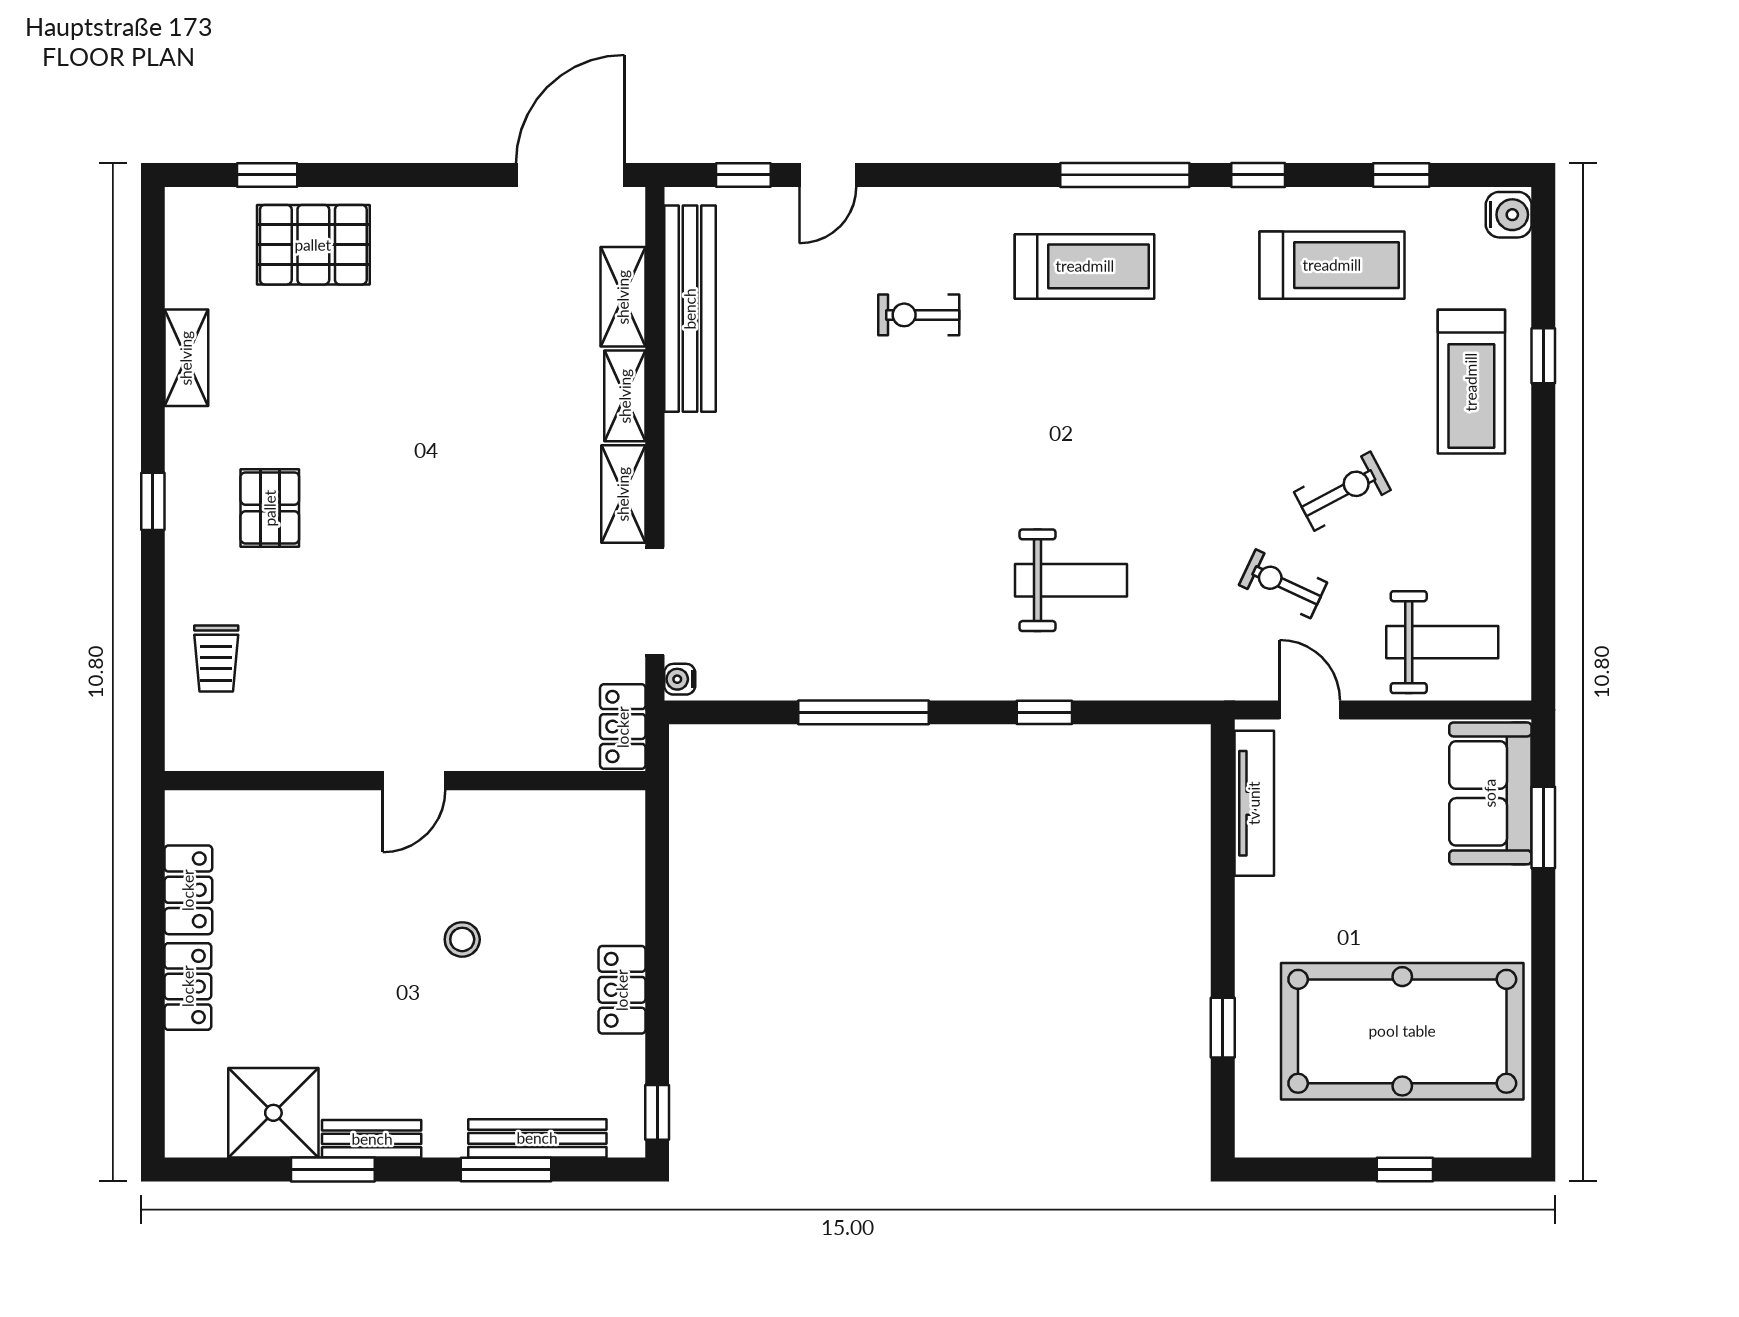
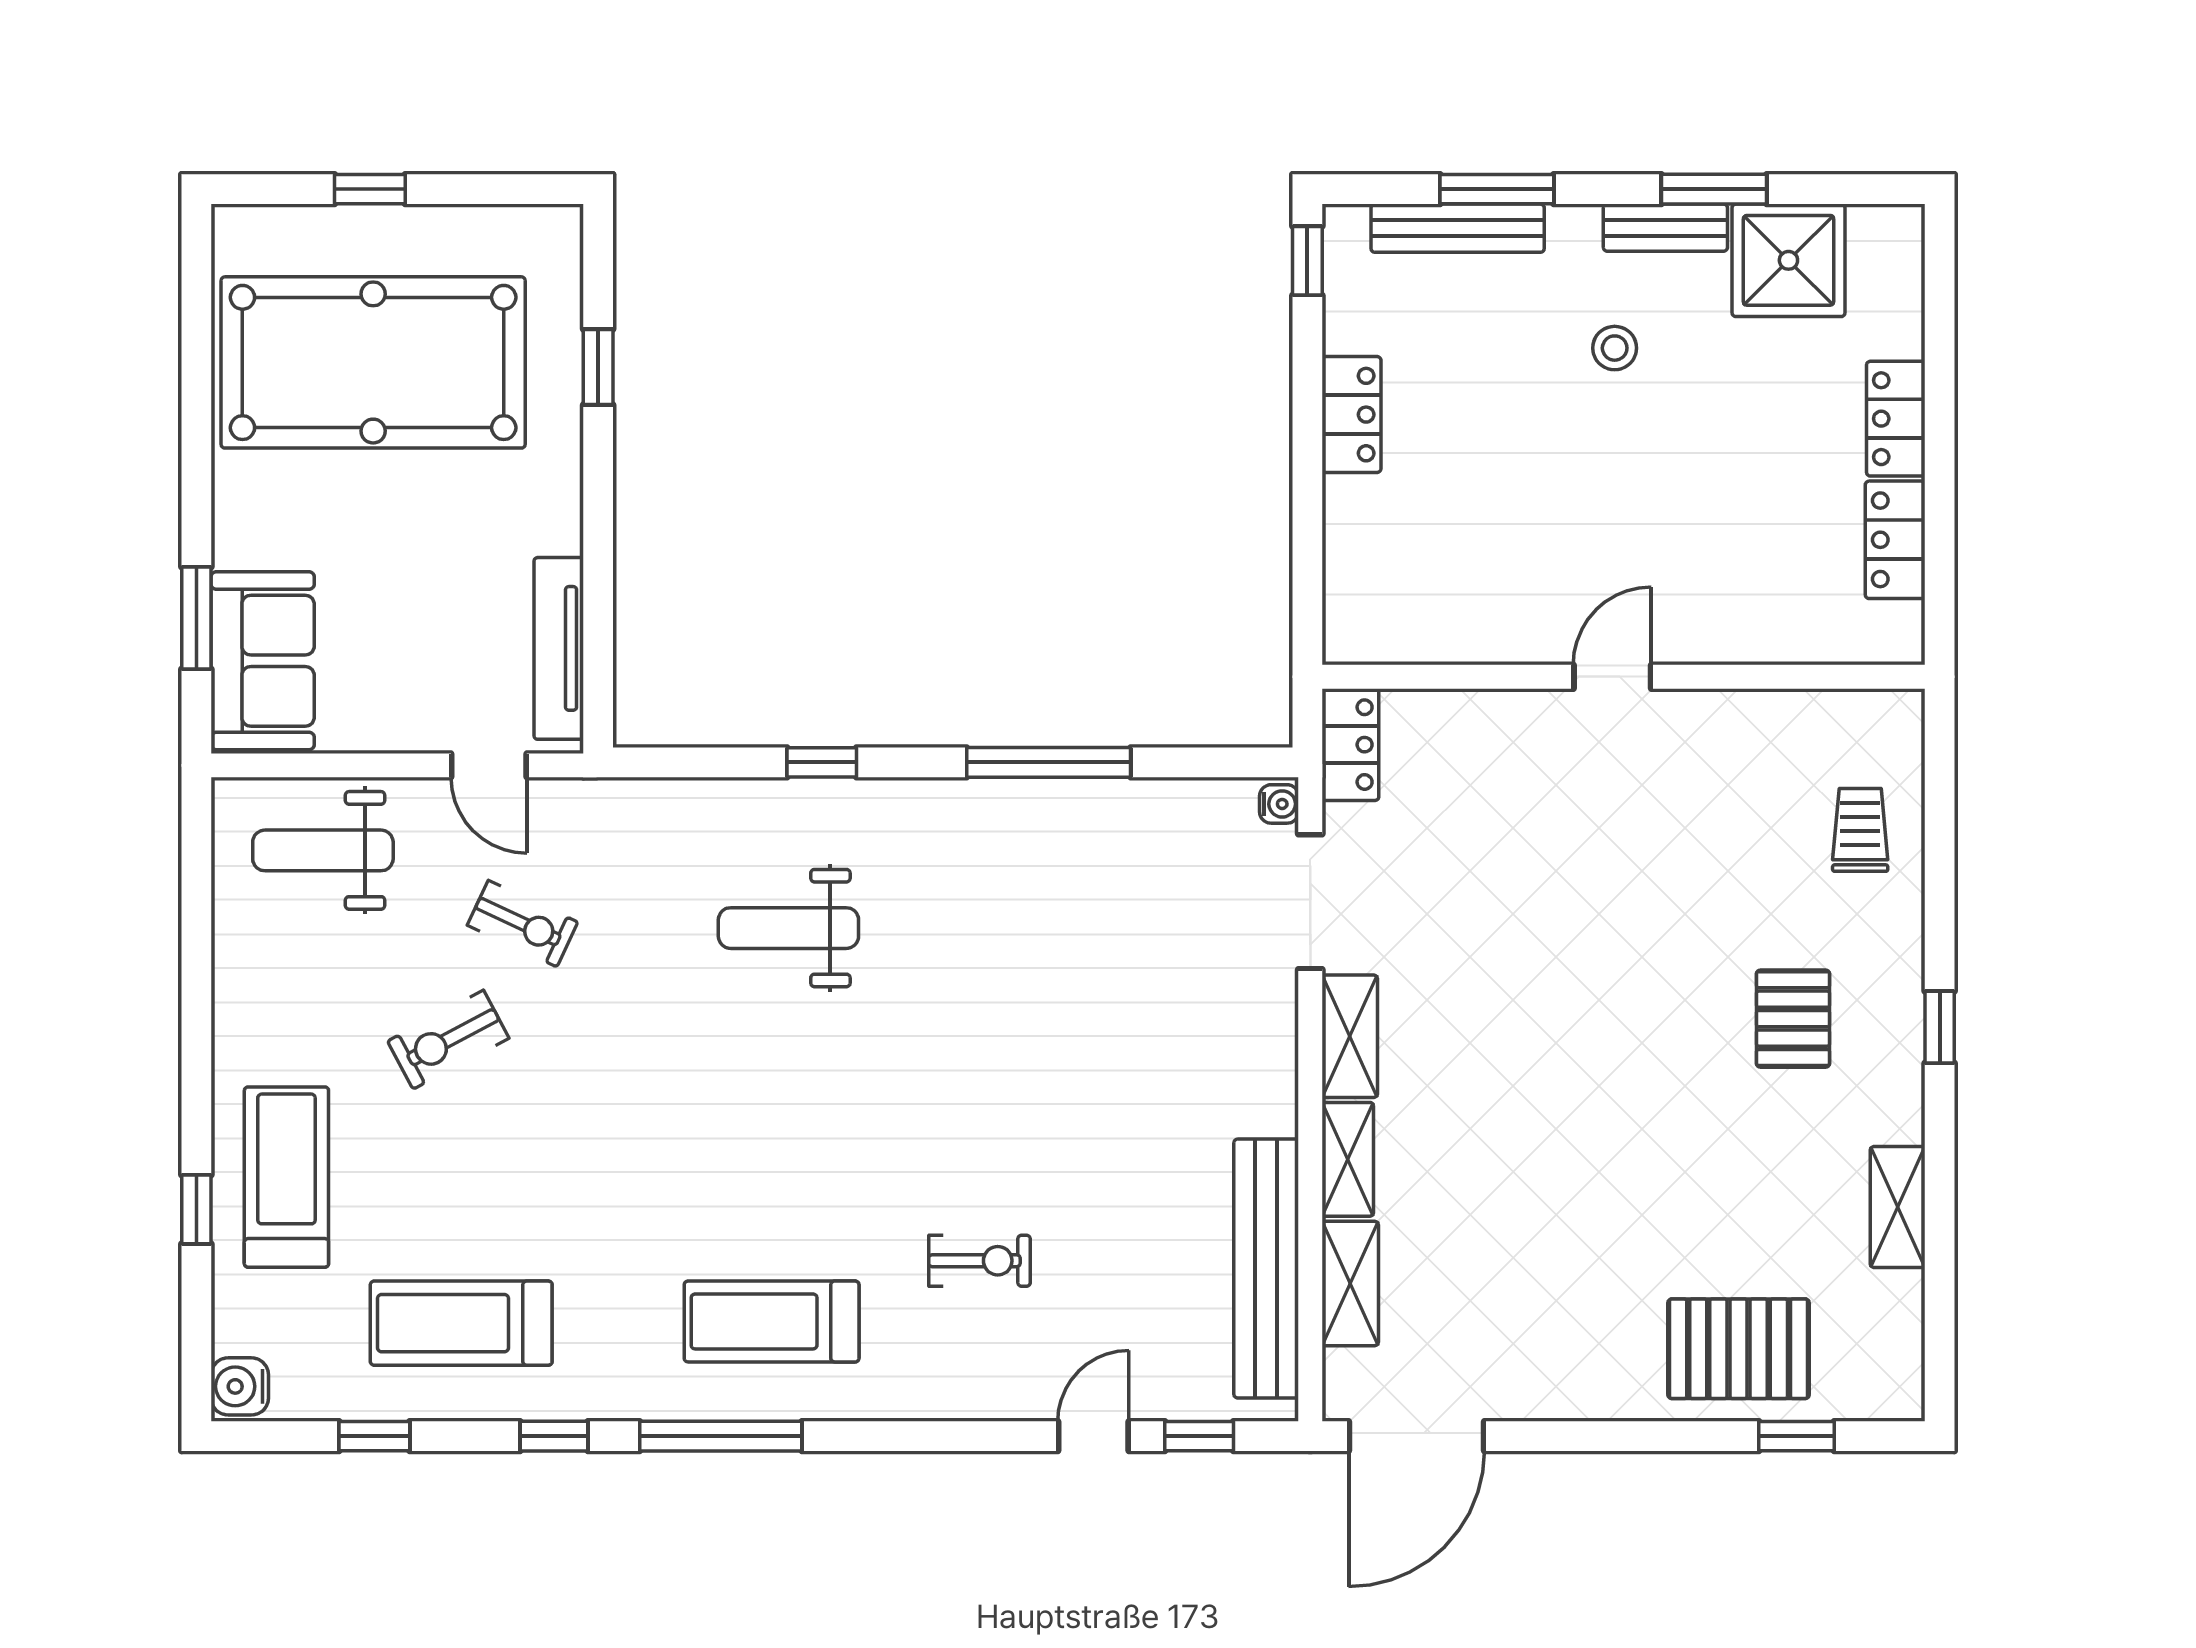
stool: (462, 939) -> (1615, 348), moved

